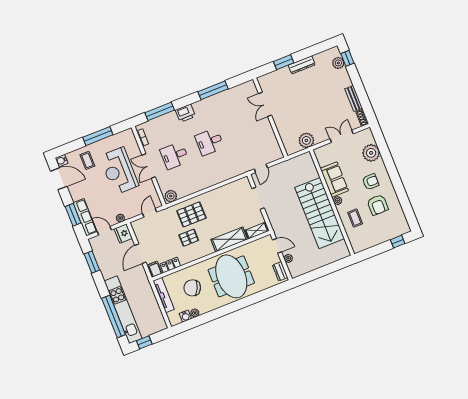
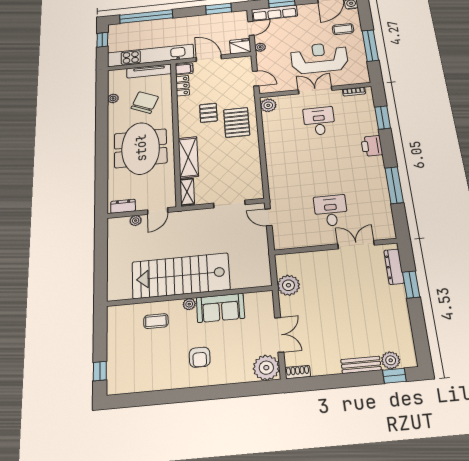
dresser: (302, 65) -> (394, 267), moved
bench: (354, 98) -> (361, 365), moved
window: (160, 111) -> (383, 117), width x0.69
desk: (209, 142) -> (331, 211), moved
plant: (371, 153) -> (266, 368), moved
armchair: (378, 205) -> (163, 358), removed
meeting table: (231, 276) -> (141, 148), turned 90
kitchen unit: (123, 310) -> (150, 55), moved, turned 180
water cooler: (185, 316) -> (114, 88), removed

